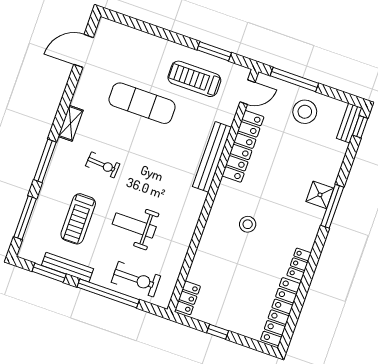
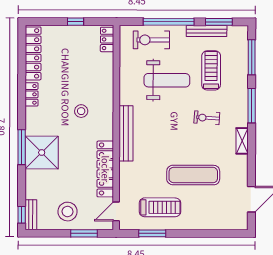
window: (294, 79) -> (84, 233), width x0.69
bench: (212, 157) -> (126, 133), moved
shower: (320, 195) -> (42, 153), width x1.86, depth x1.86
weight bench: (134, 225) -> (167, 80), width x1.36, depth x1.33

